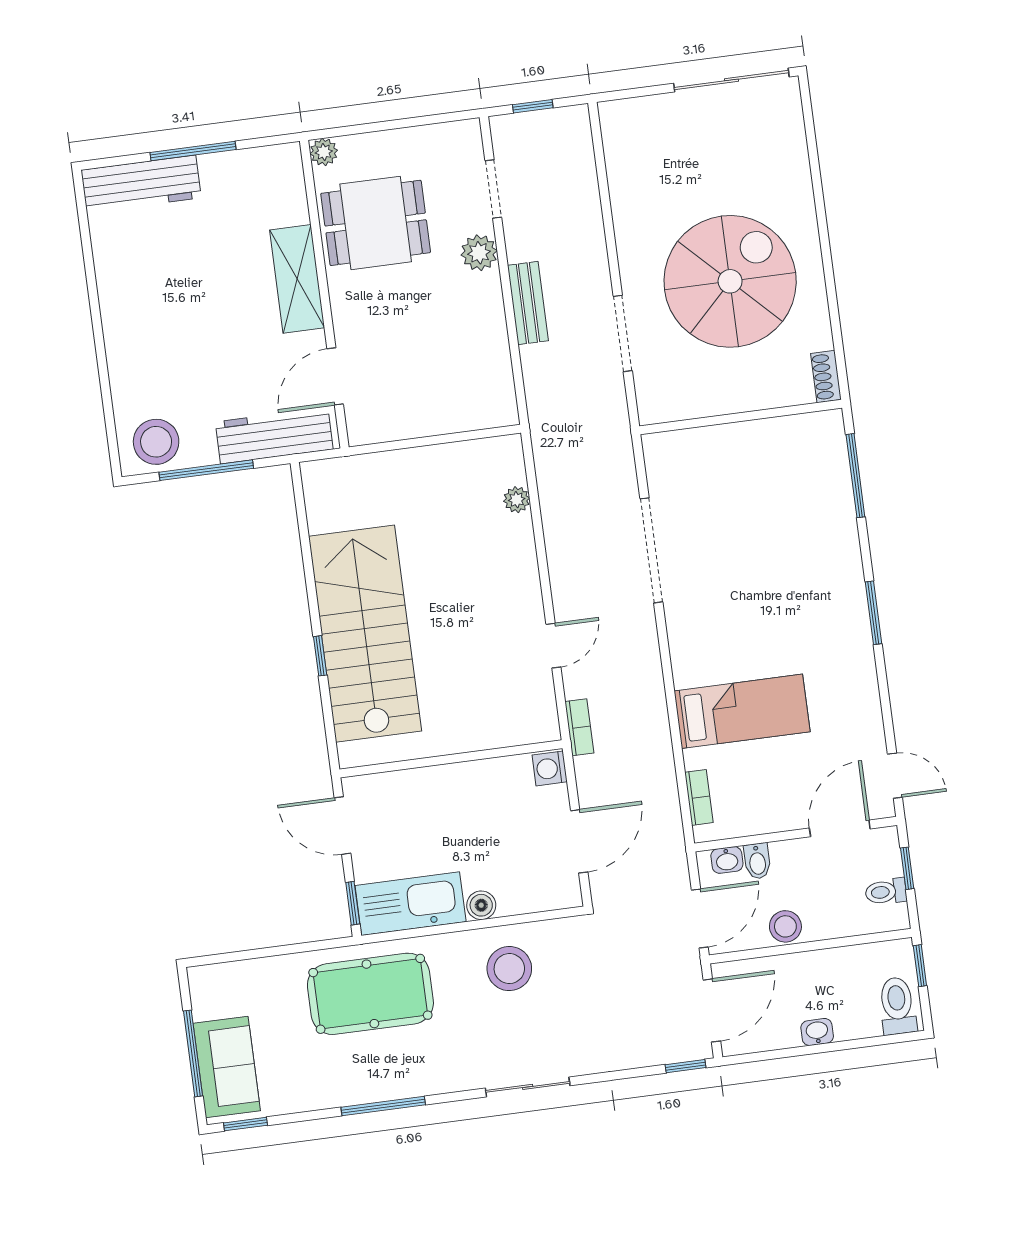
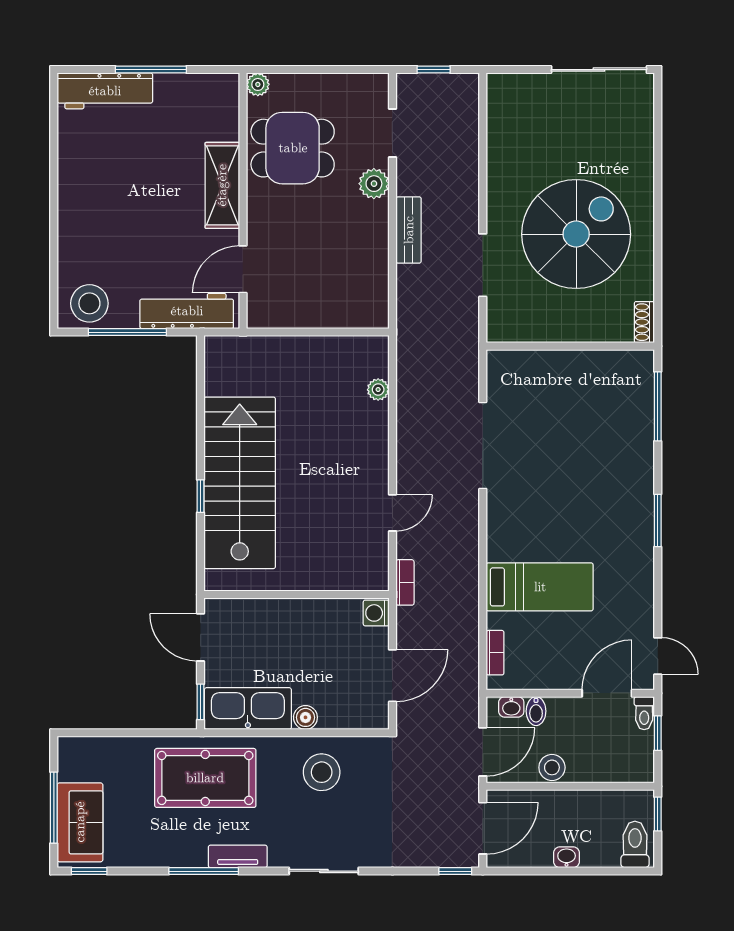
toilet: (886, 892) -> (644, 713), moved, turned -90
tv unit: (422, 1083) -> (238, 856), added

